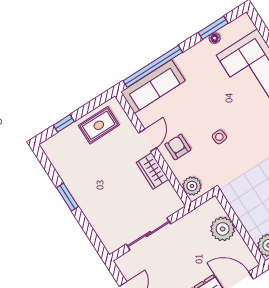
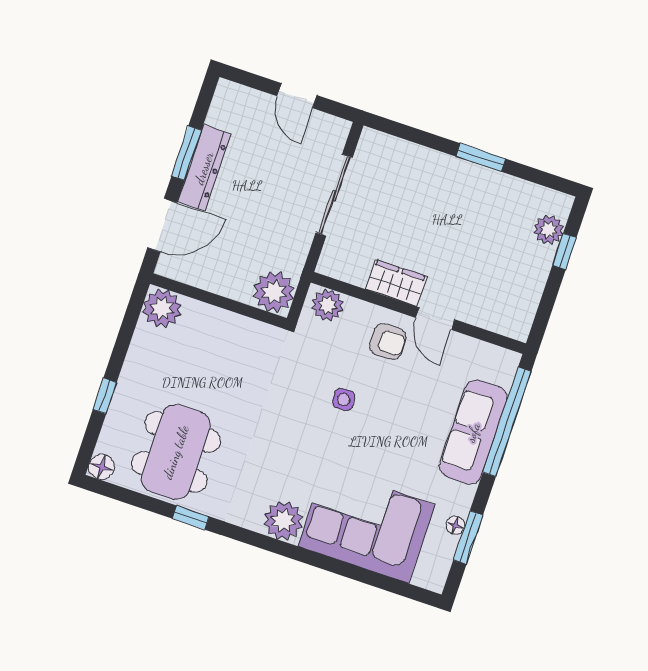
sofa: (153, 86) -> (473, 432), moved
rug: (99, 125) -> (516, 286), removed
plant: (63, 139) -> (549, 230), added
plant: (223, 229) -> (274, 292), moved

